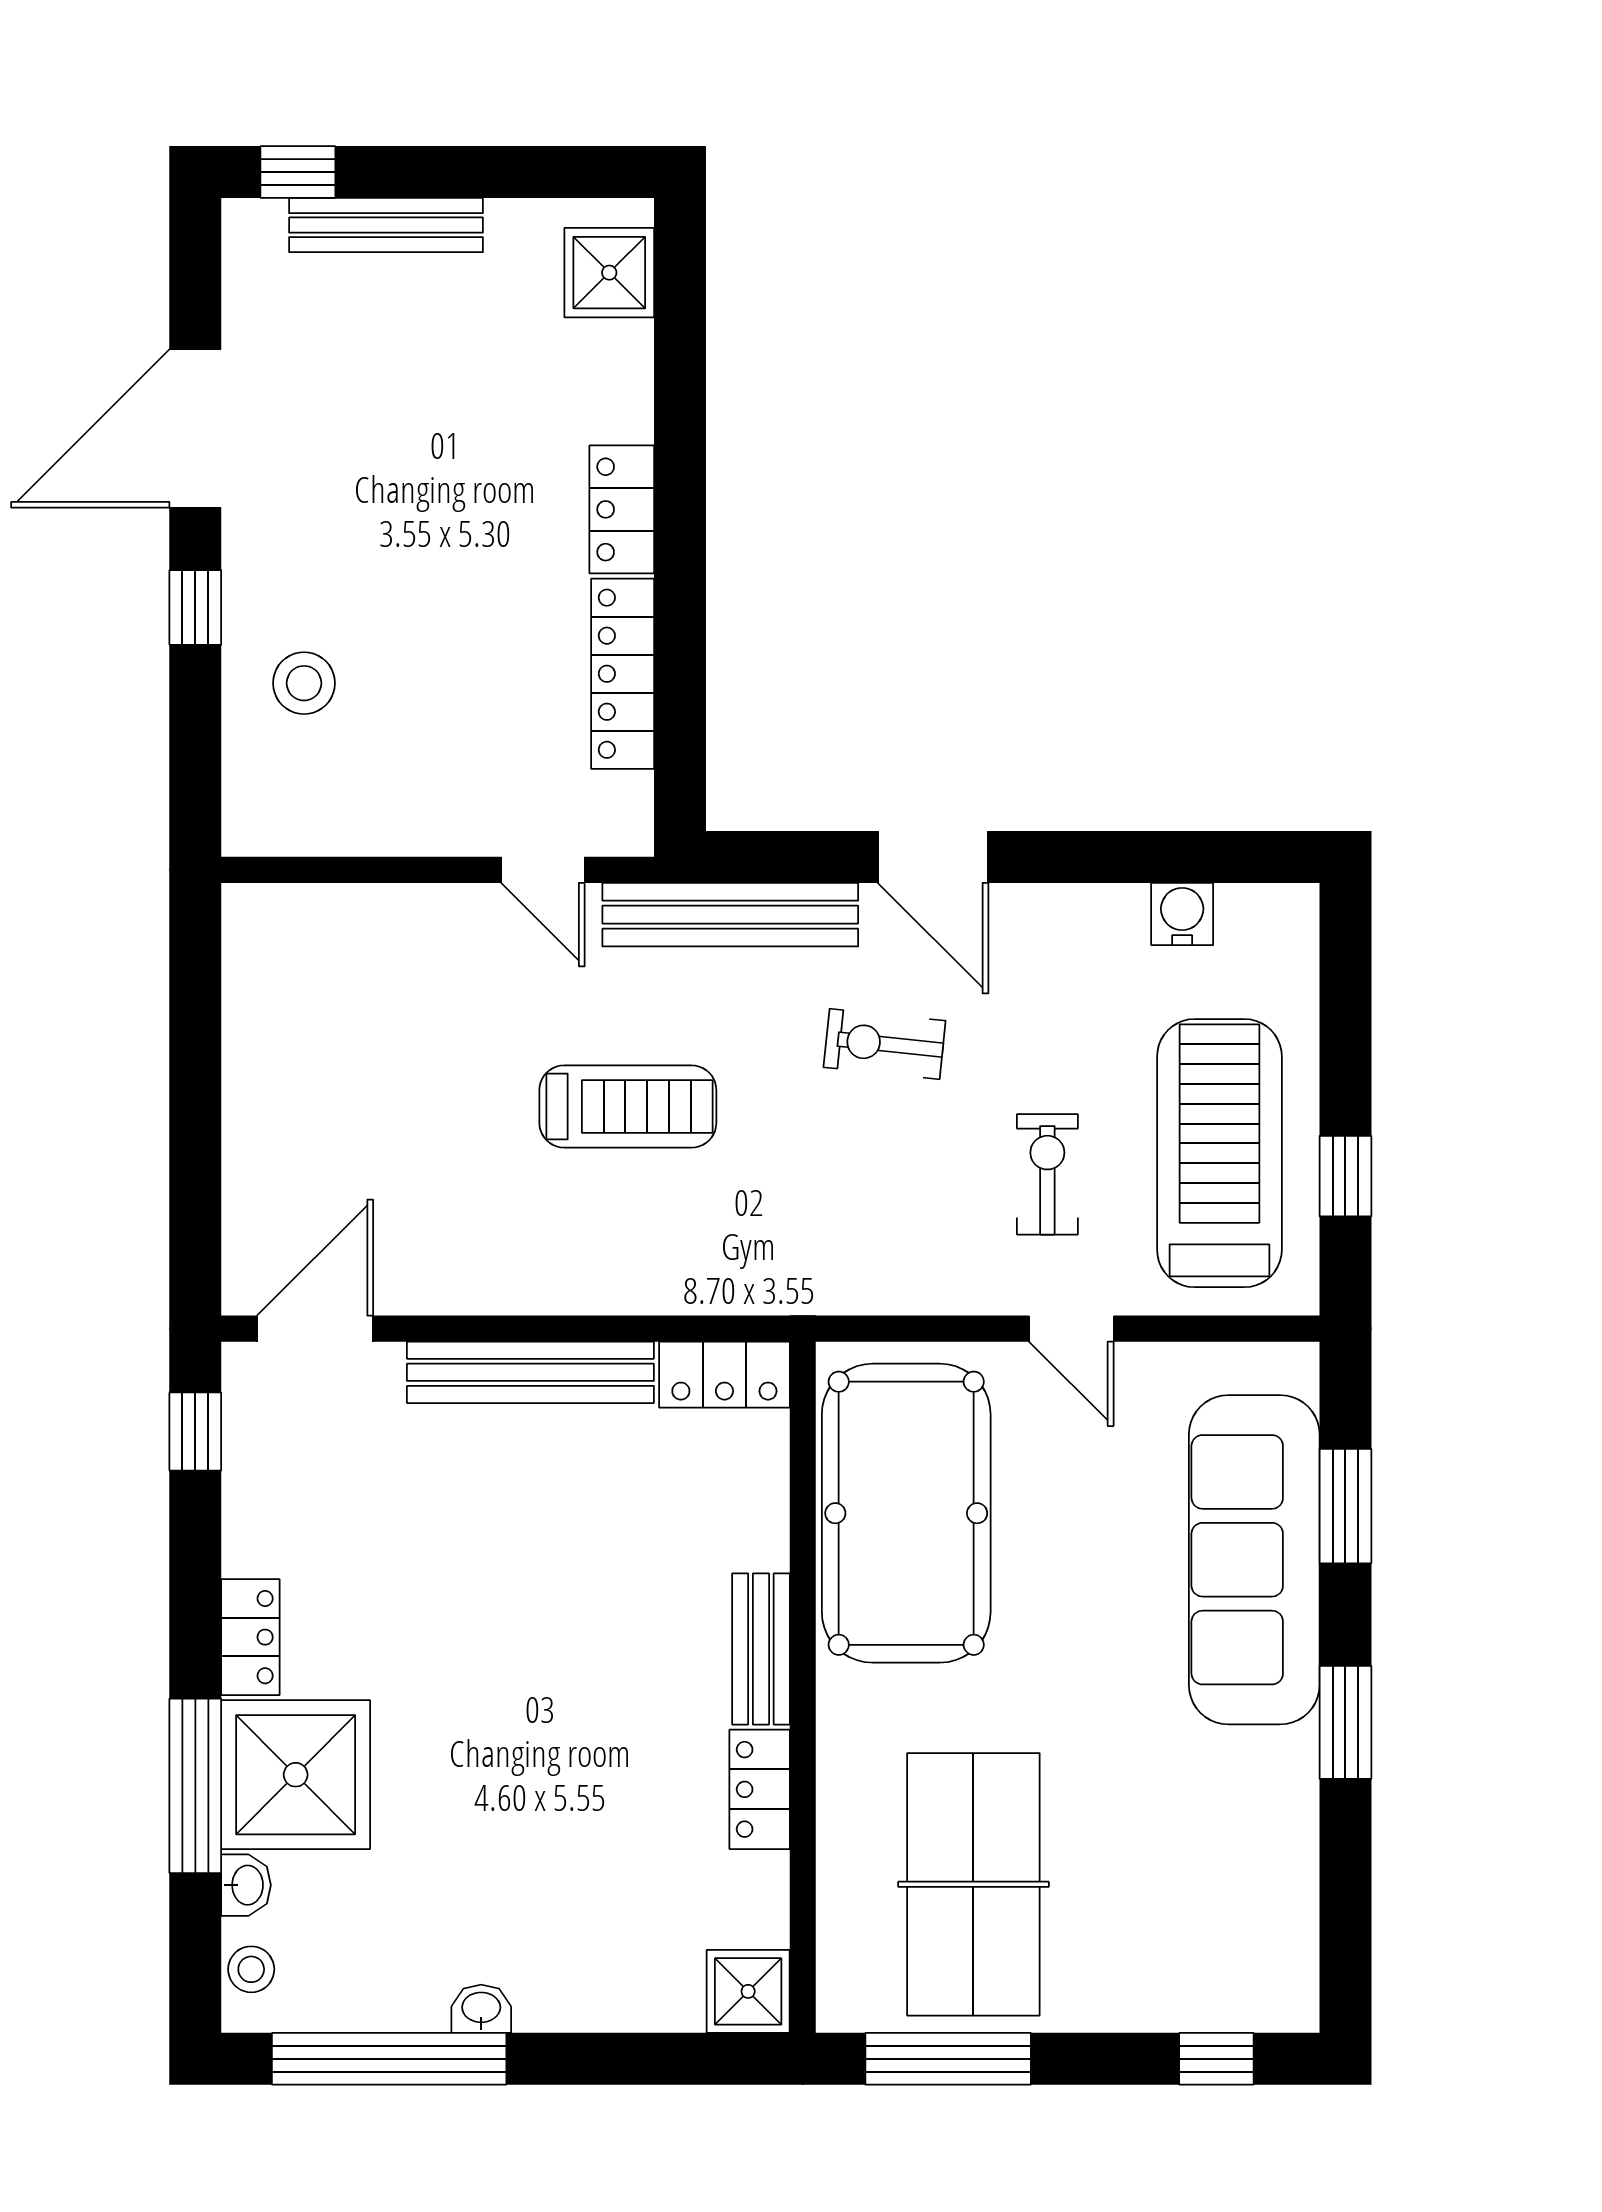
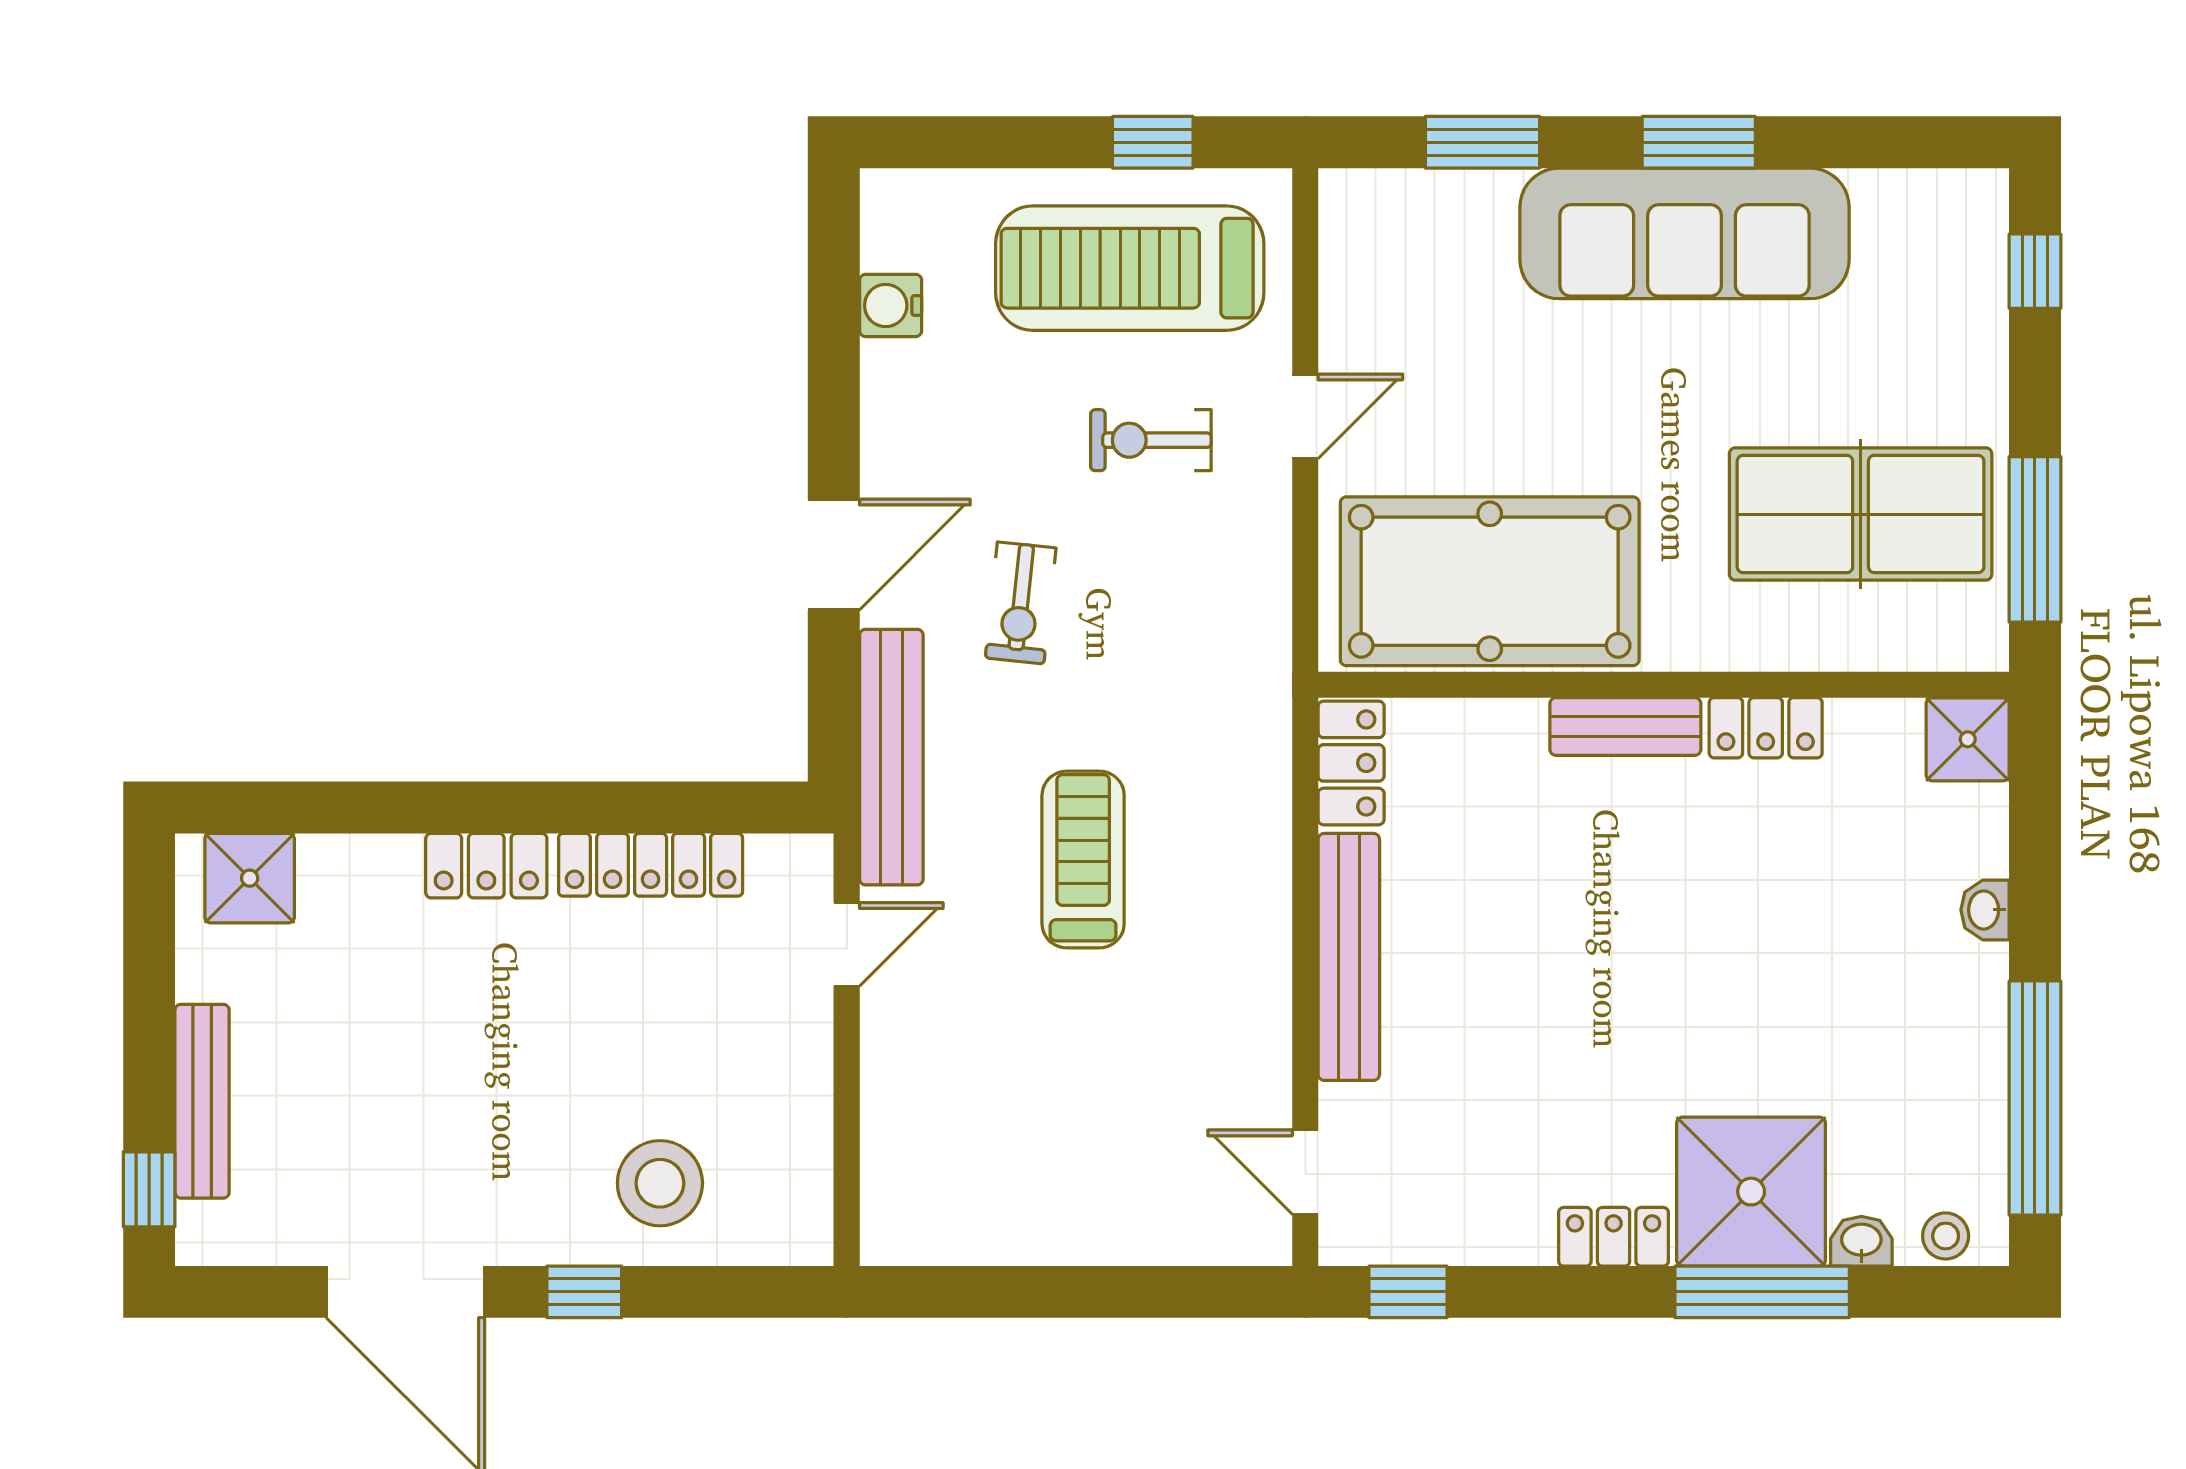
stool: (304, 683) -> (660, 1183), width x1.38, depth x1.38
door: (315, 1329) -> (1305, 1172), width x0.73
sofa: (1254, 1560) -> (1685, 233), moved
washbasin: (481, 2009) -> (1985, 910), moved

